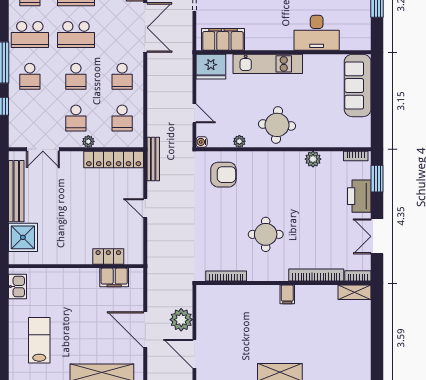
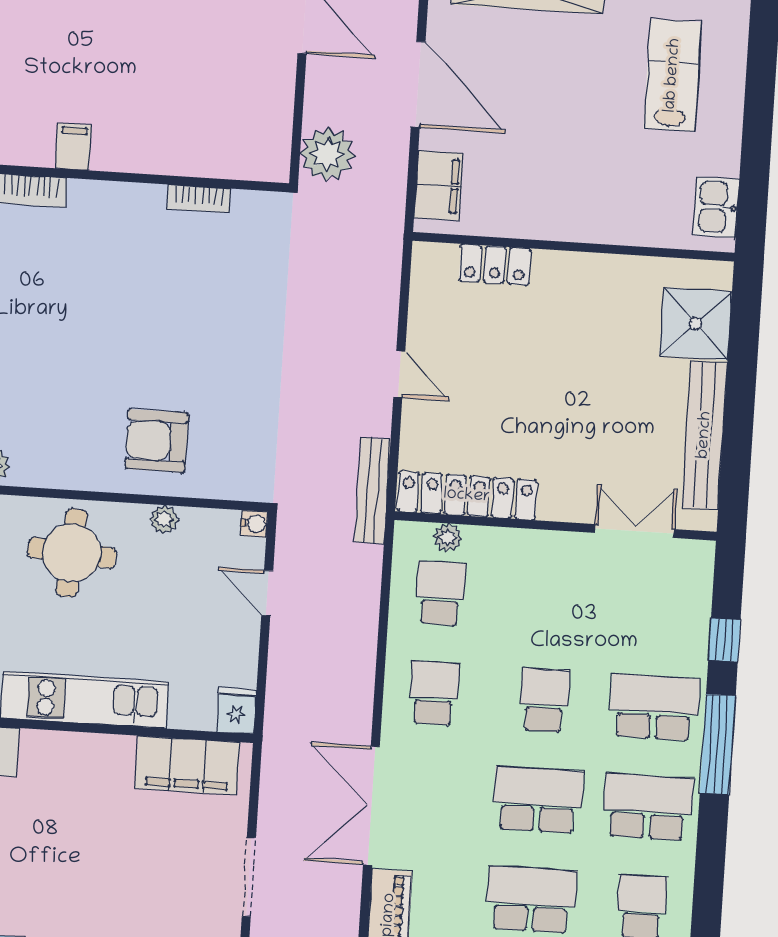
fridge: (211, 67) -> (236, 711), width x0.53, depth x0.75
school desk: (30, 76) -> (654, 707), width x1.85
school desk: (76, 118) -> (551, 600), removed
plant: (88, 141) -> (448, 538), moved
armchair: (223, 175) -> (157, 441), moved
round table: (266, 234) -> (116, 293), removed
bookcase: (226, 276) -> (199, 199), width x0.64
filing cabinet: (114, 277) -> (439, 185), moved, turned 90
plant: (181, 320) -> (327, 154), moved
lab bench: (39, 340) -> (673, 75), turned 180

